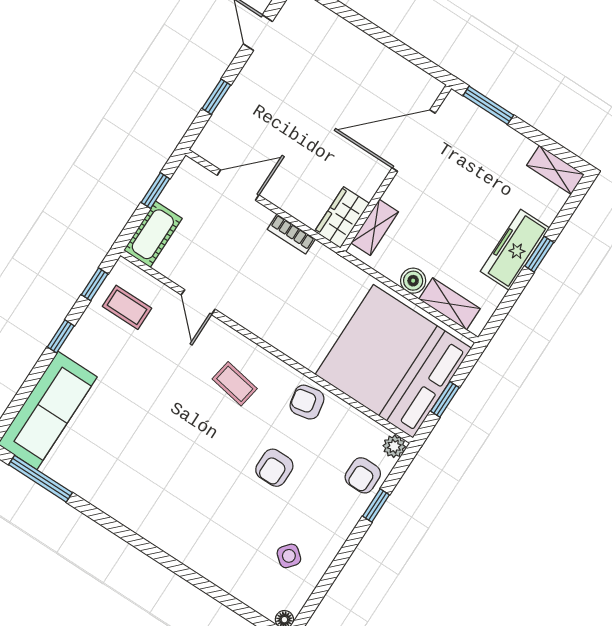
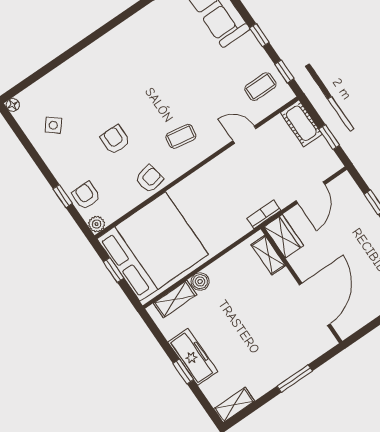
door: (414, 141) -> (315, 304), moved
wall: (396, 168) -> (301, 285), moved
wardrobe: (342, 217) -> (284, 236), moved
shelving: (375, 227) -> (268, 255), moved

